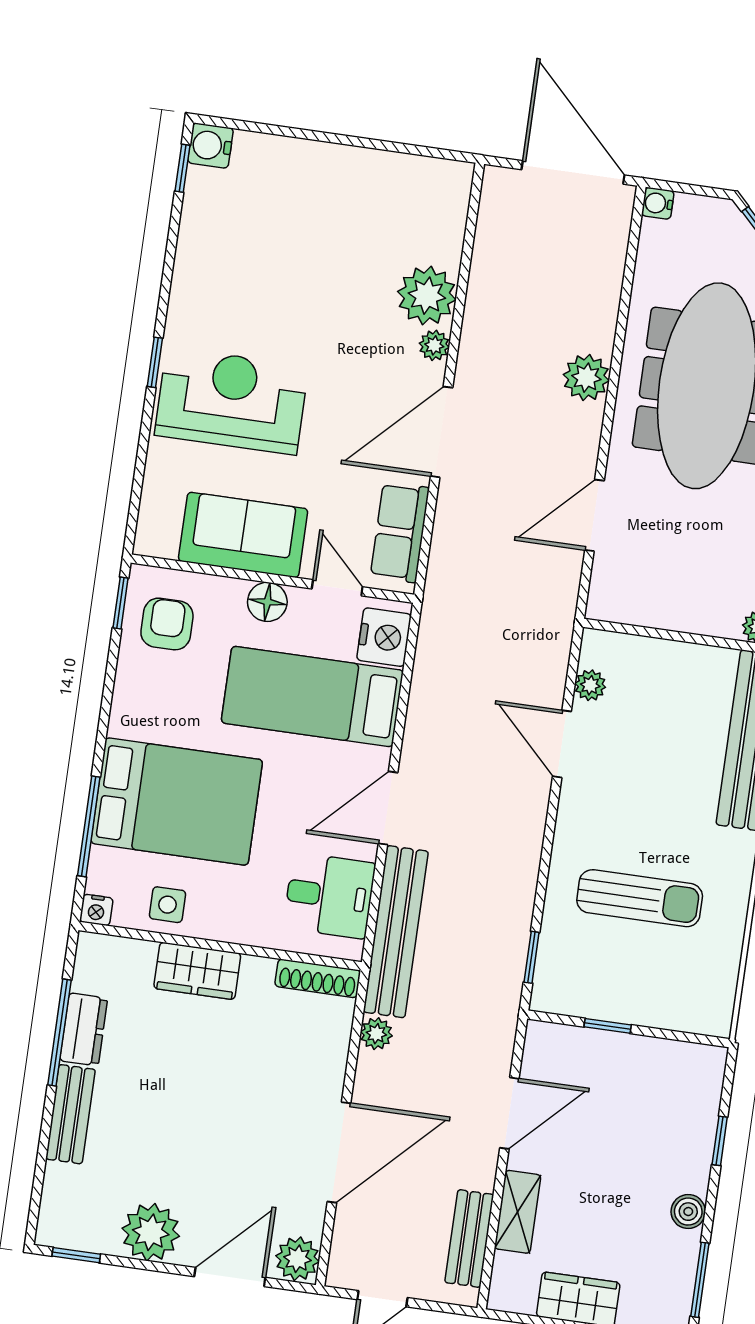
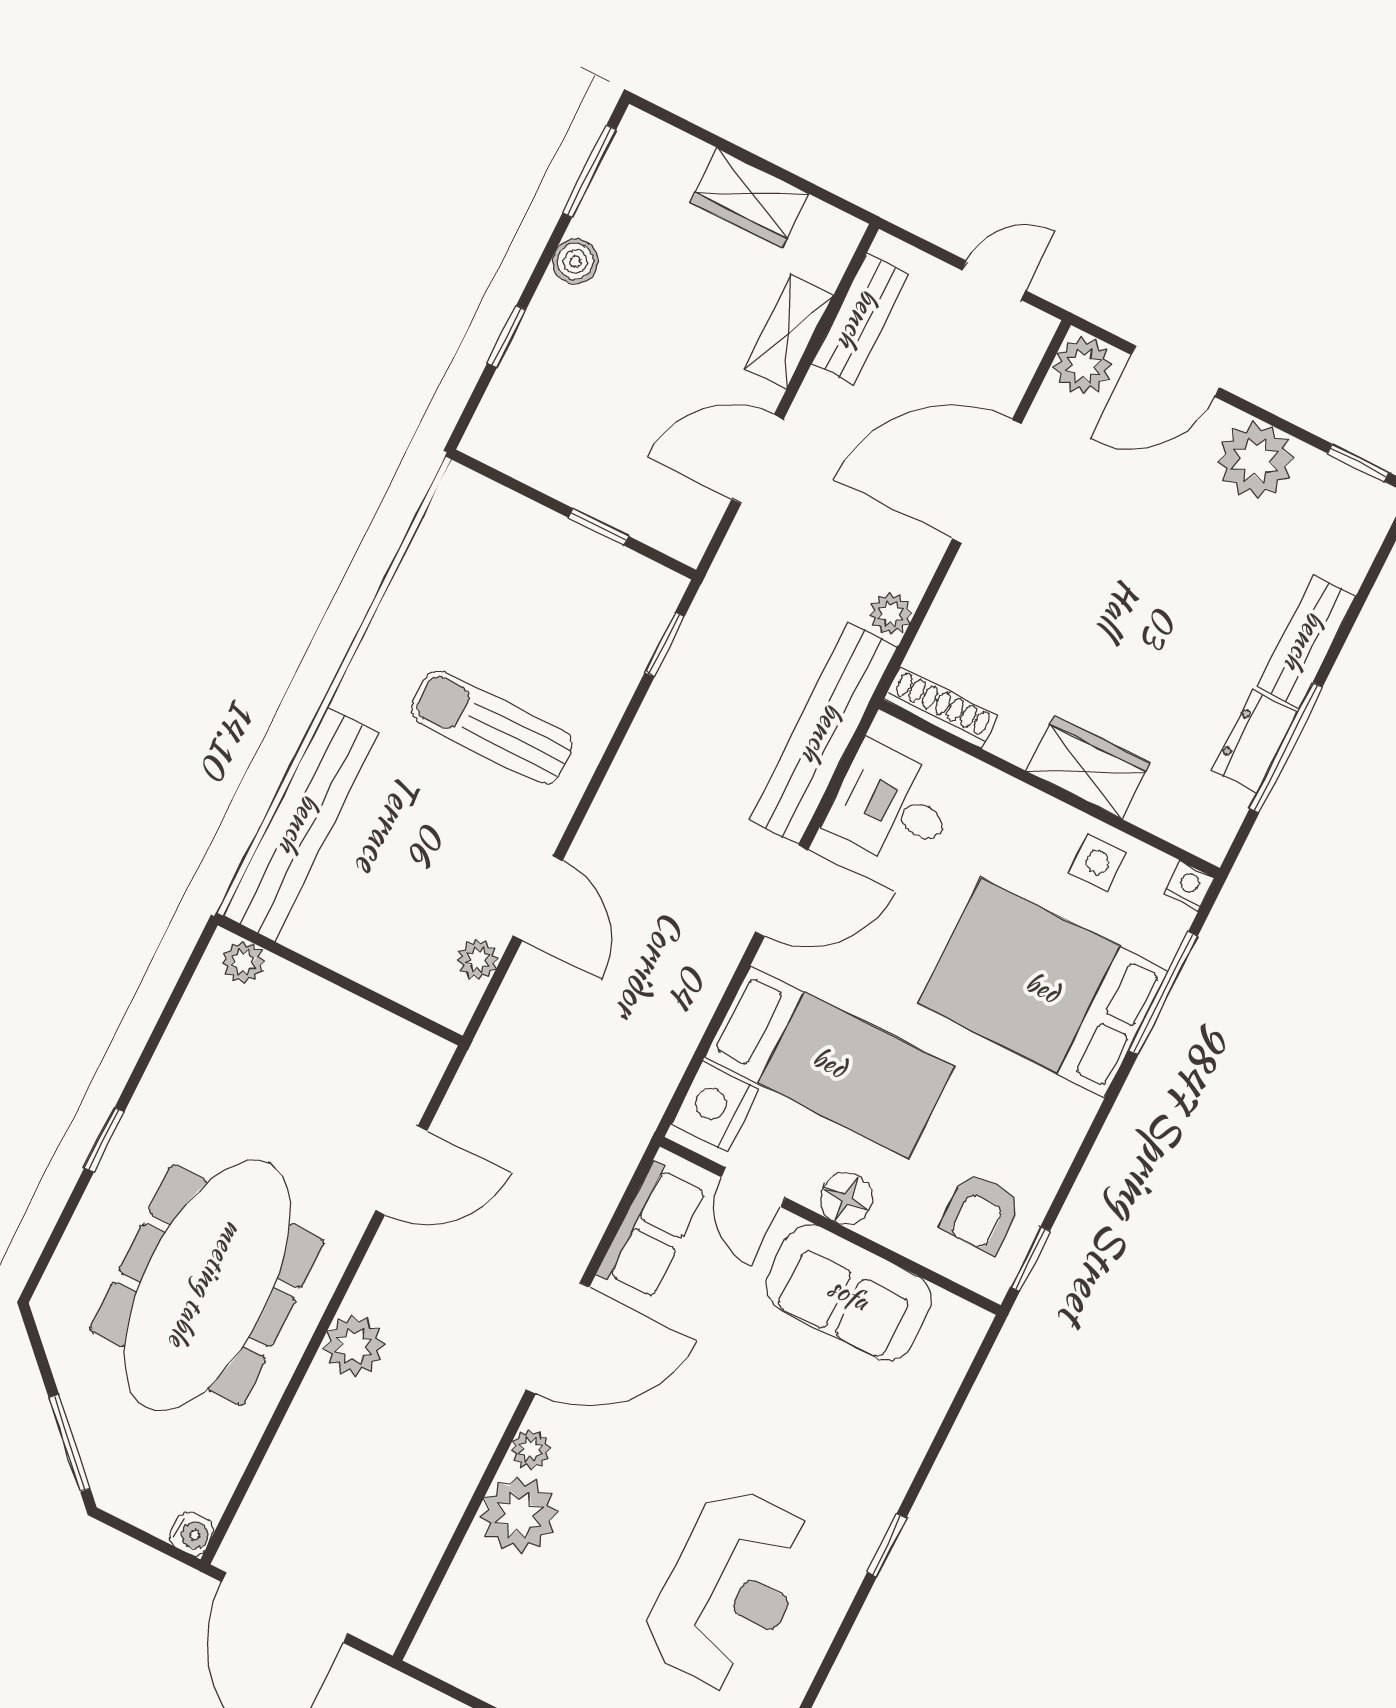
reception desk: (232, 401) -> (730, 1590), moved, turned -90
sun lounger: (640, 898) -> (492, 727), moved

